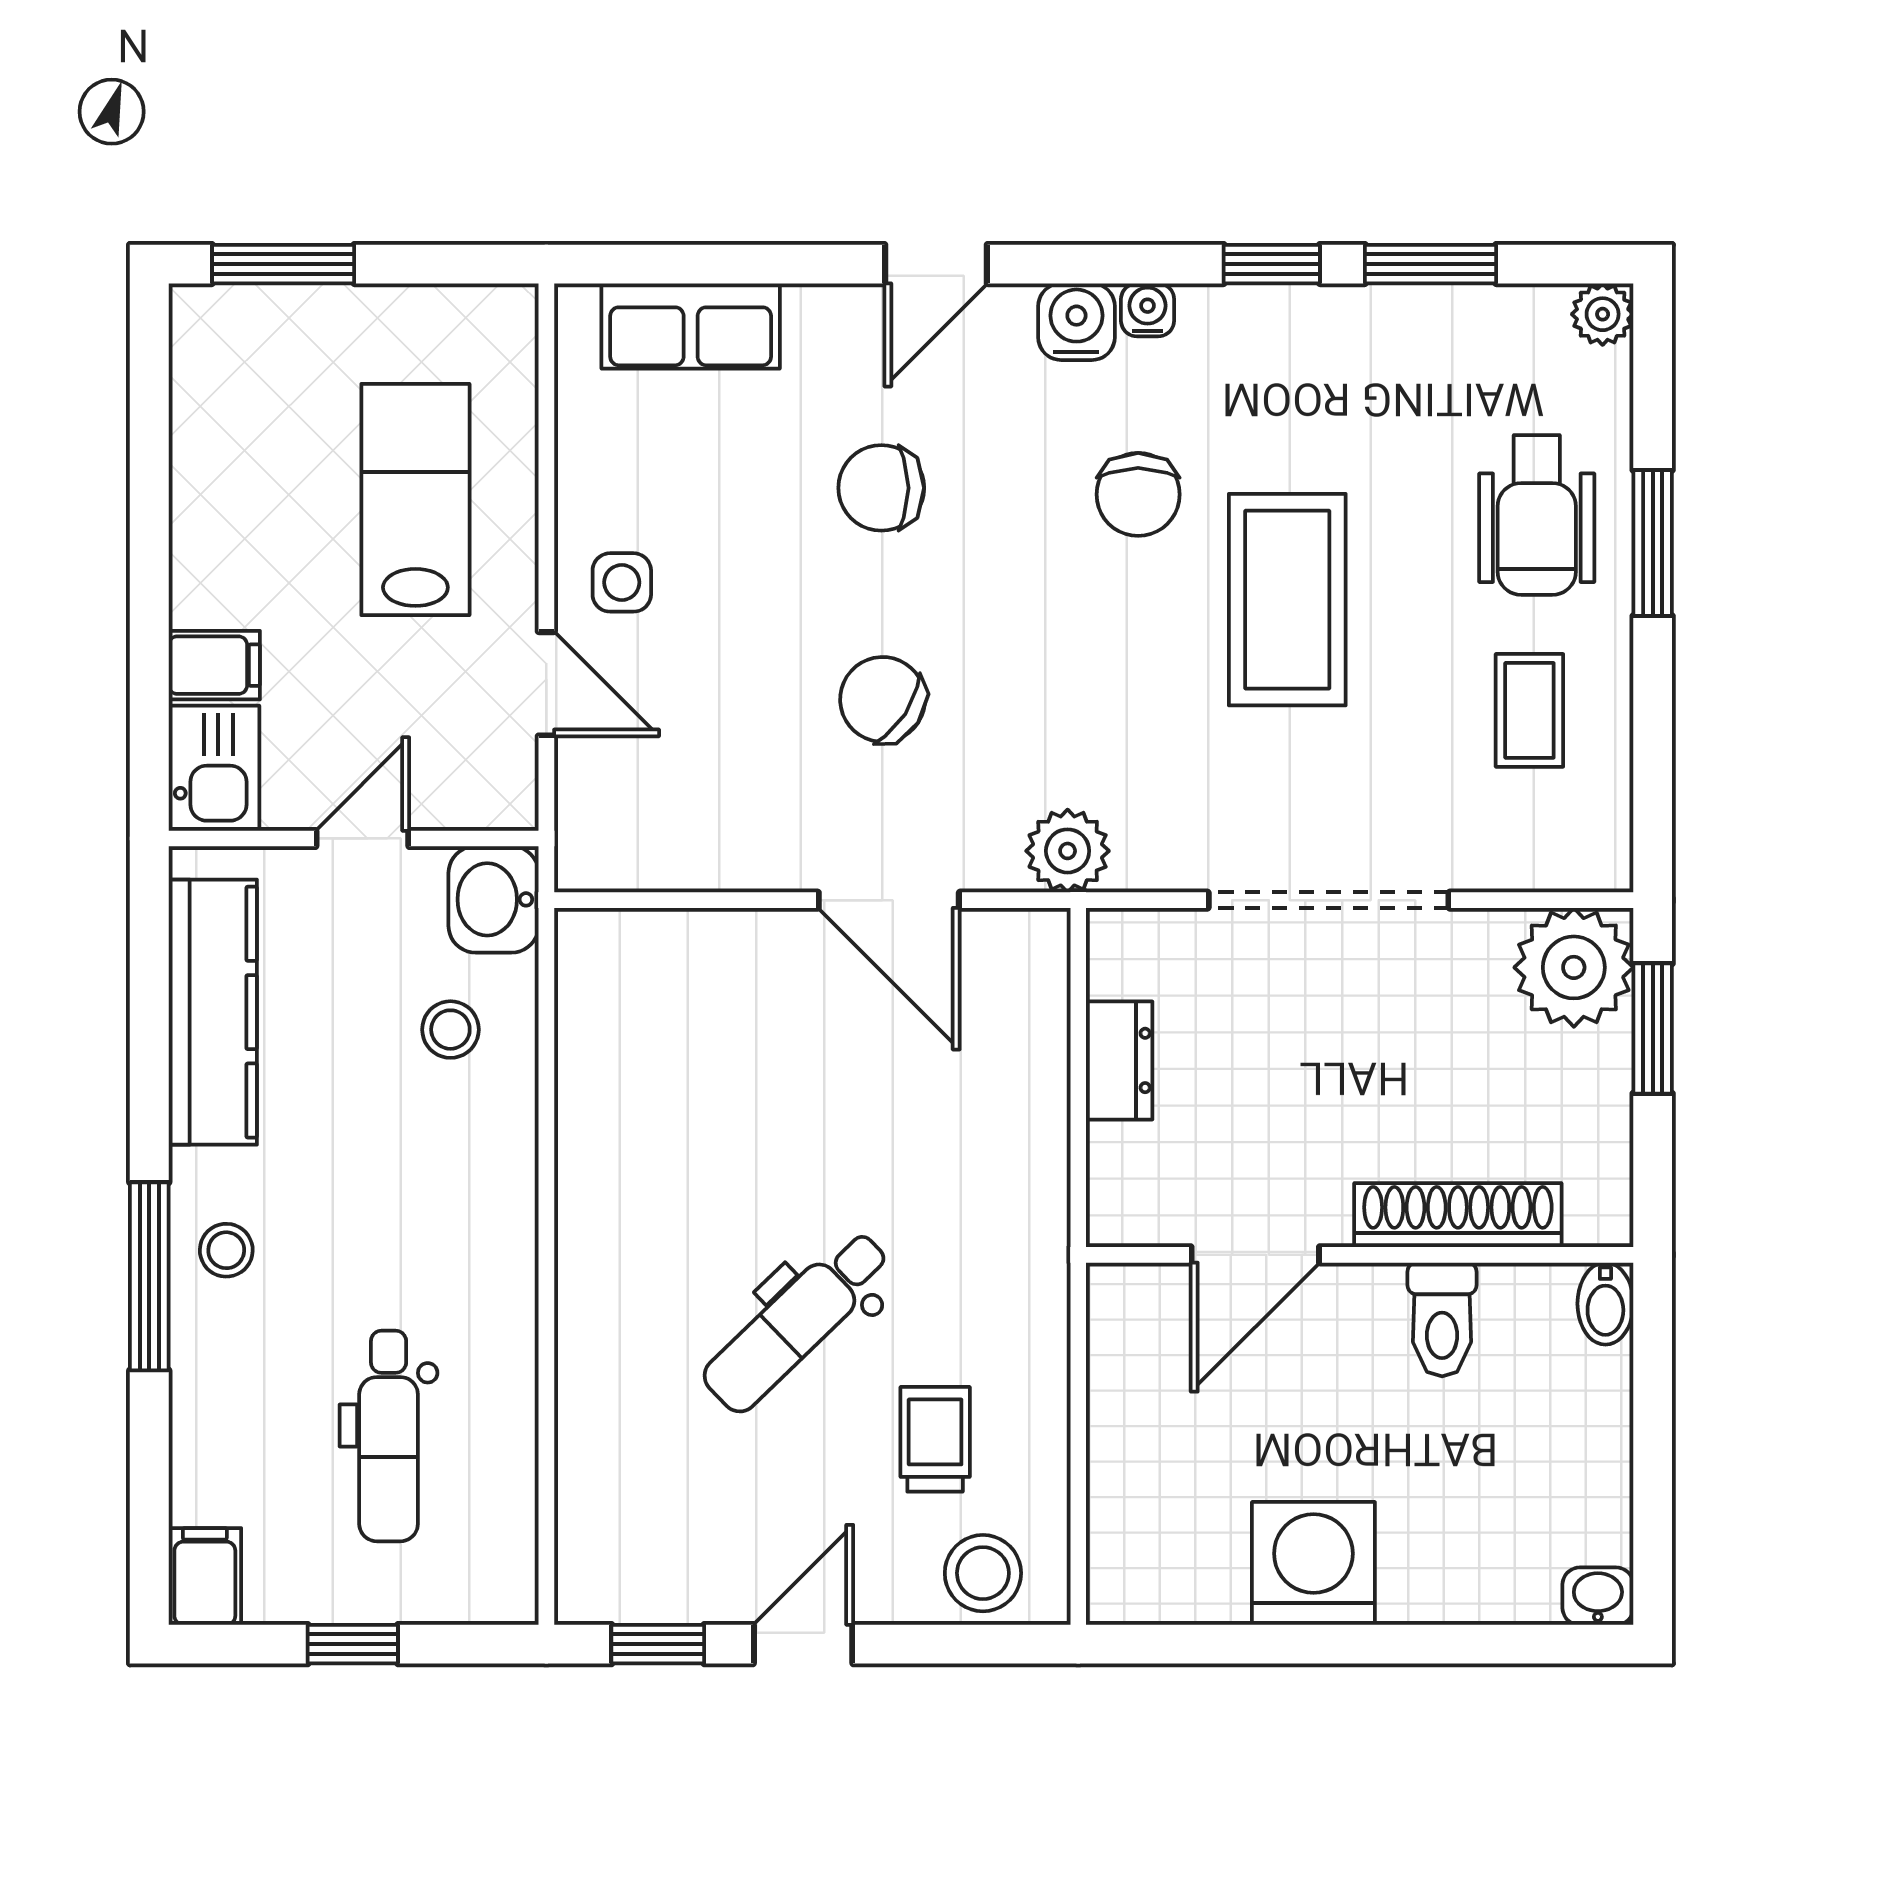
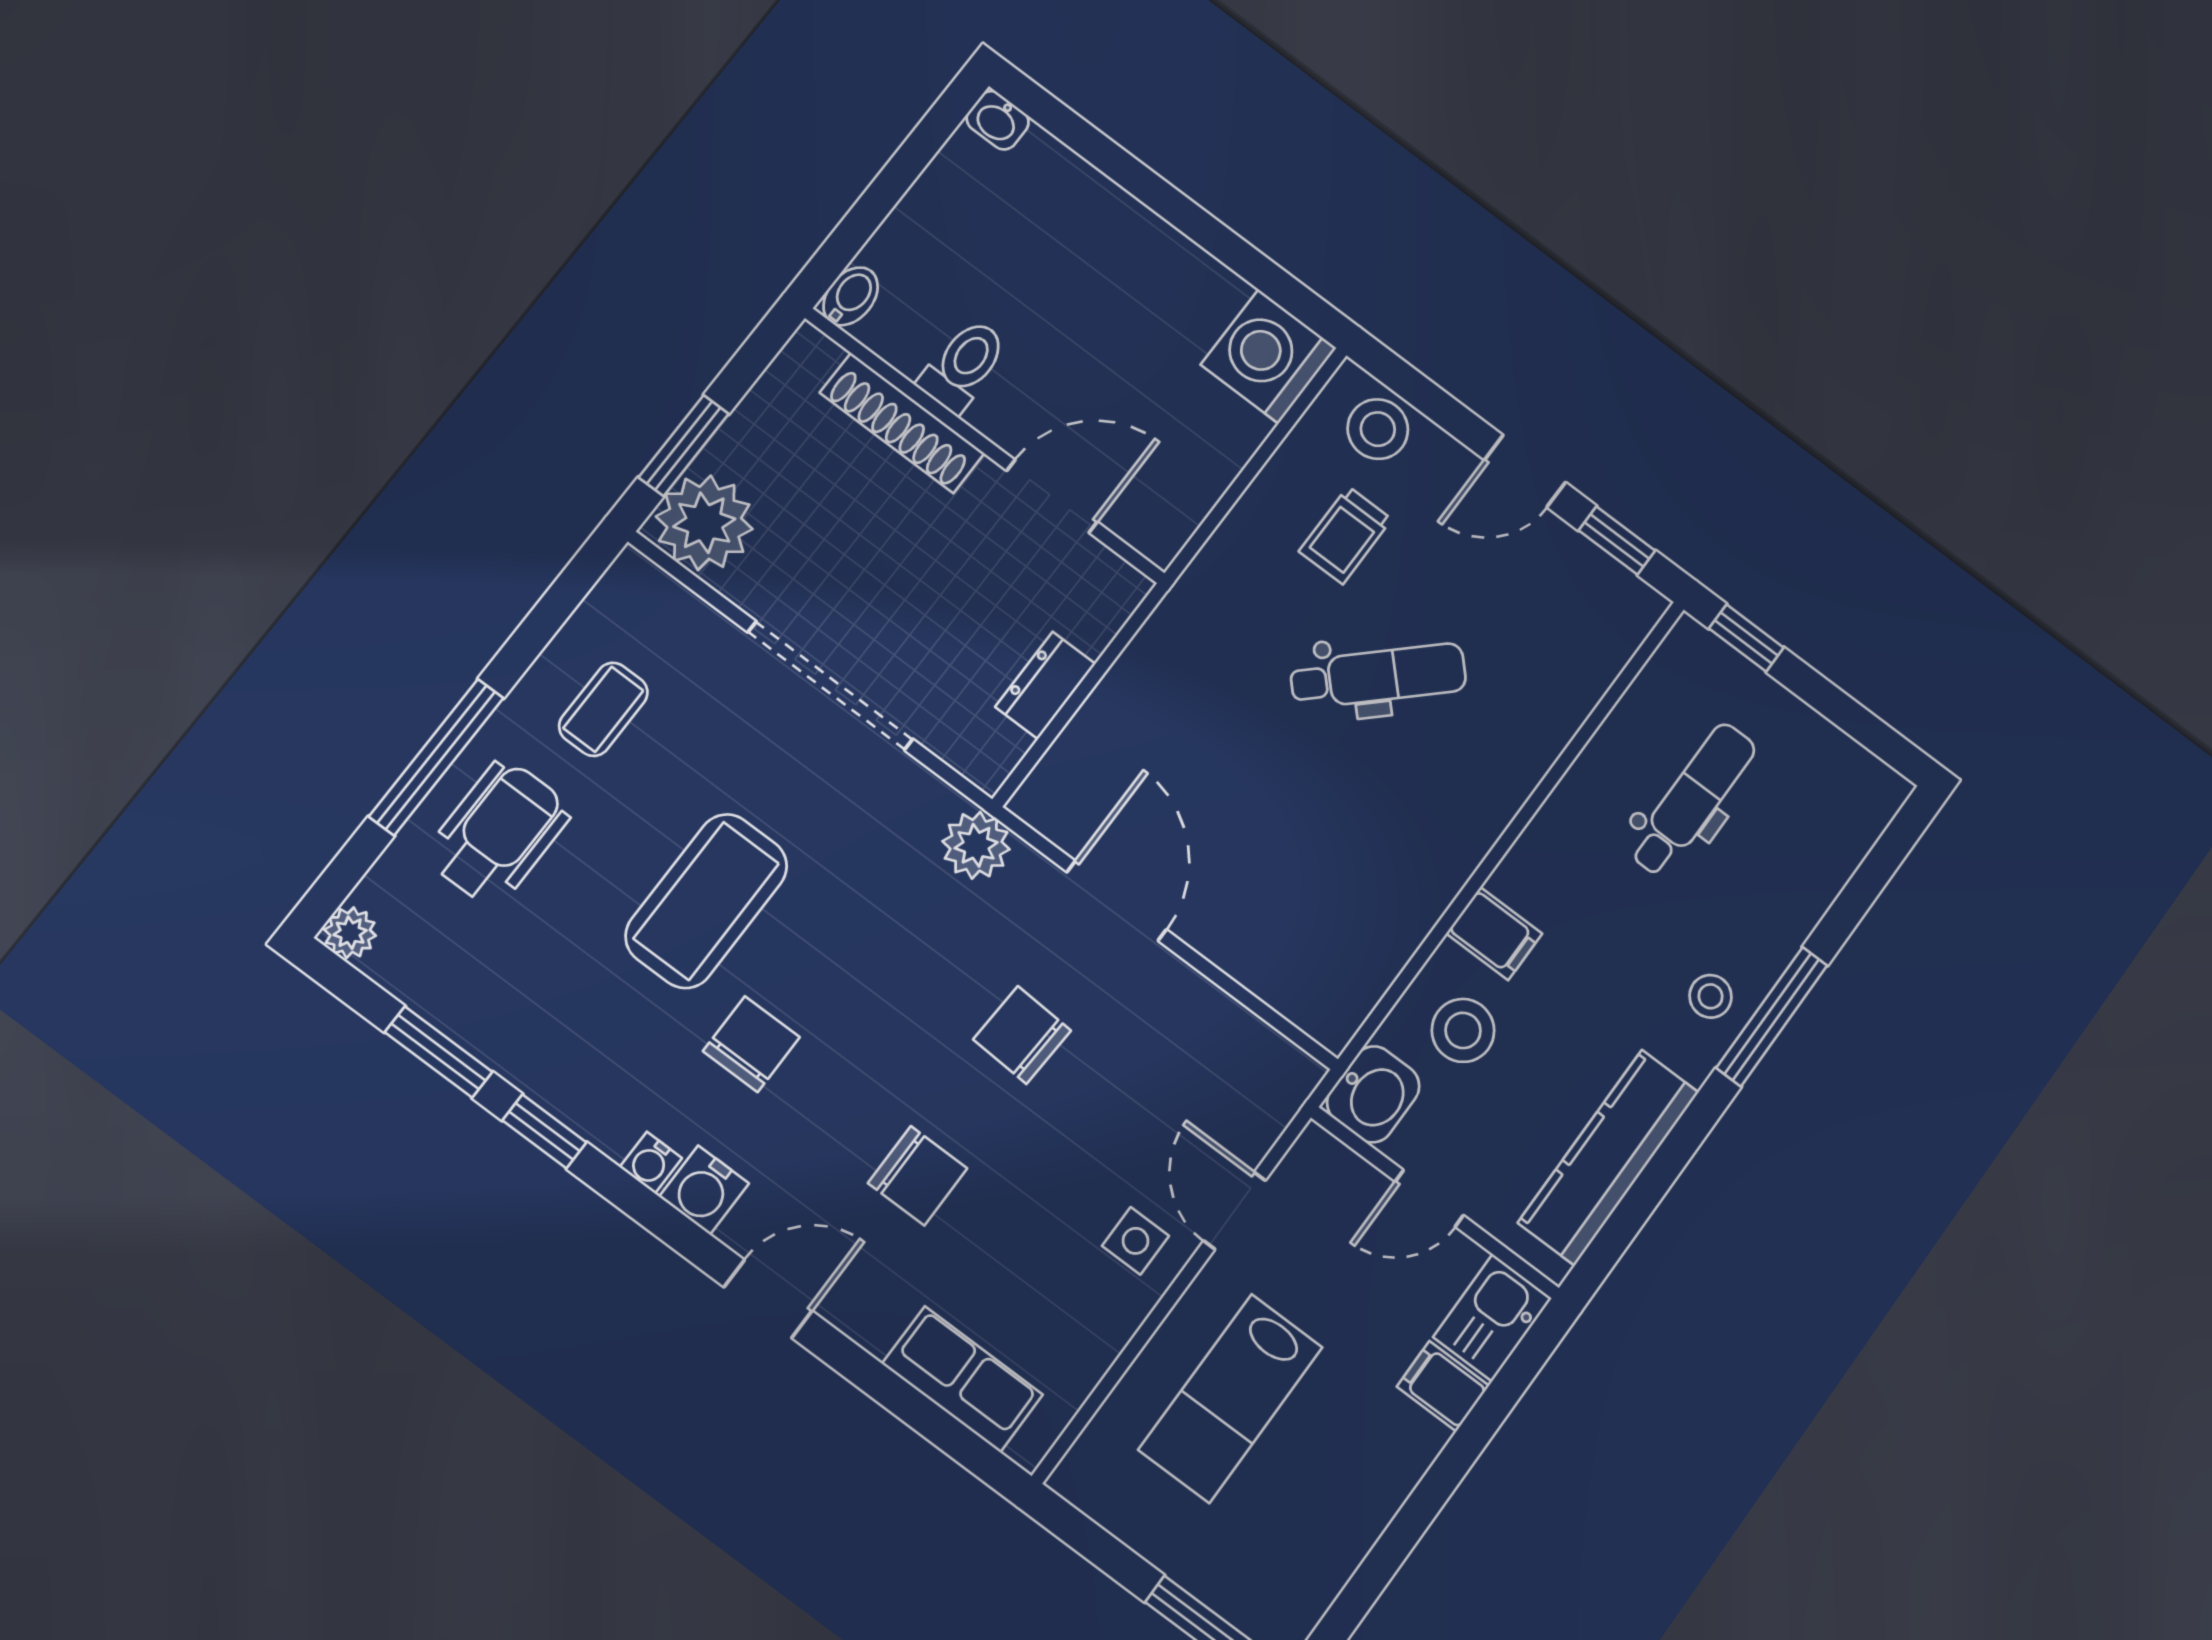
window: (1653, 543) -> (436, 757), width x1.44
chair: (883, 699) -> (1022, 1035), turned 150
stool: (450, 1030) -> (1463, 1030), width x1.37, depth x1.37
washing machine: (1313, 1563) -> (1269, 356), moved, turned 90
filing cabinet: (205, 1576) -> (1494, 934), moved, turned -90
window: (353, 1644) -> (1746, 638), moved

